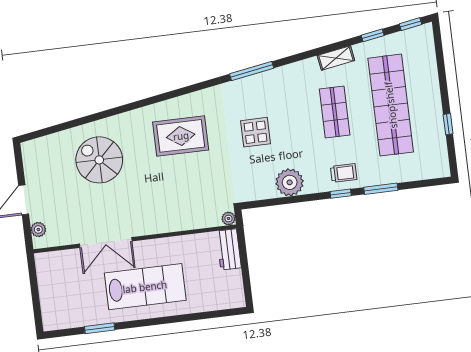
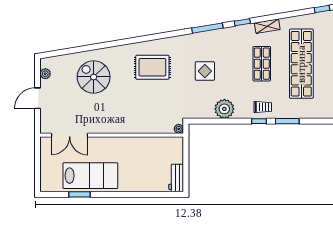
window: (373, 35) -> (242, 22), moved
plant: (38, 229) -> (45, 74), moved
double door: (106, 242) -> (70, 135), moved
workbench: (229, 249) -> (176, 178), moved
lab bench: (145, 287) -> (90, 176), moved

